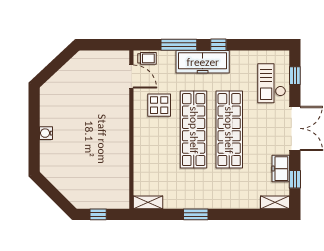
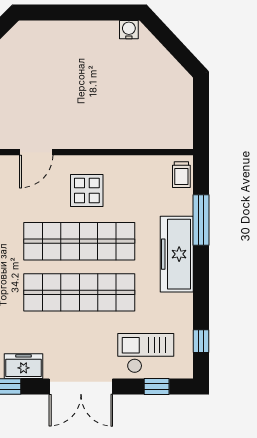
window: (218, 45) -> (201, 341), moved
door: (131, 77) -> (36, 152), moved
display table: (159, 105) -> (87, 190), moved
water cooler: (46, 133) -> (129, 30), moved

